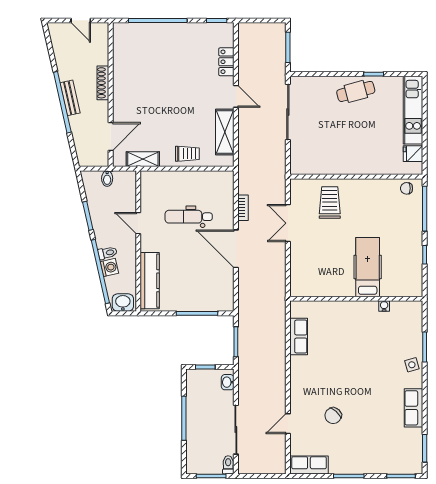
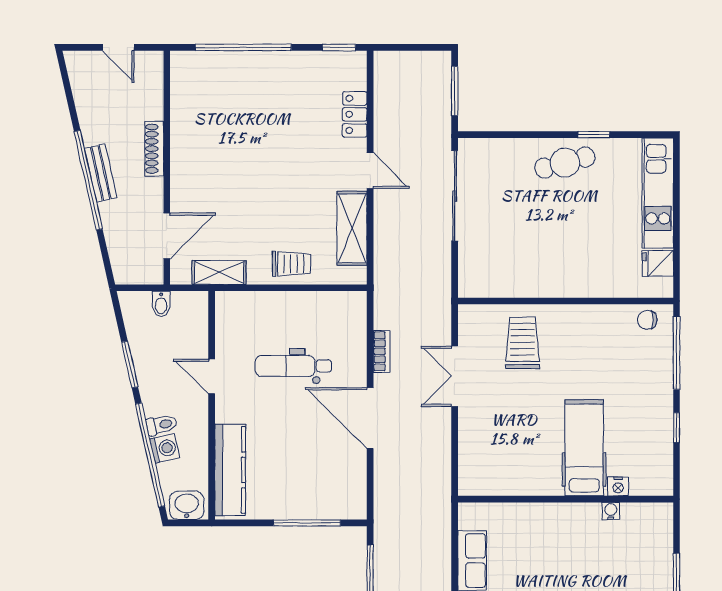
nightstand: (389, 291) -> (618, 486), added

